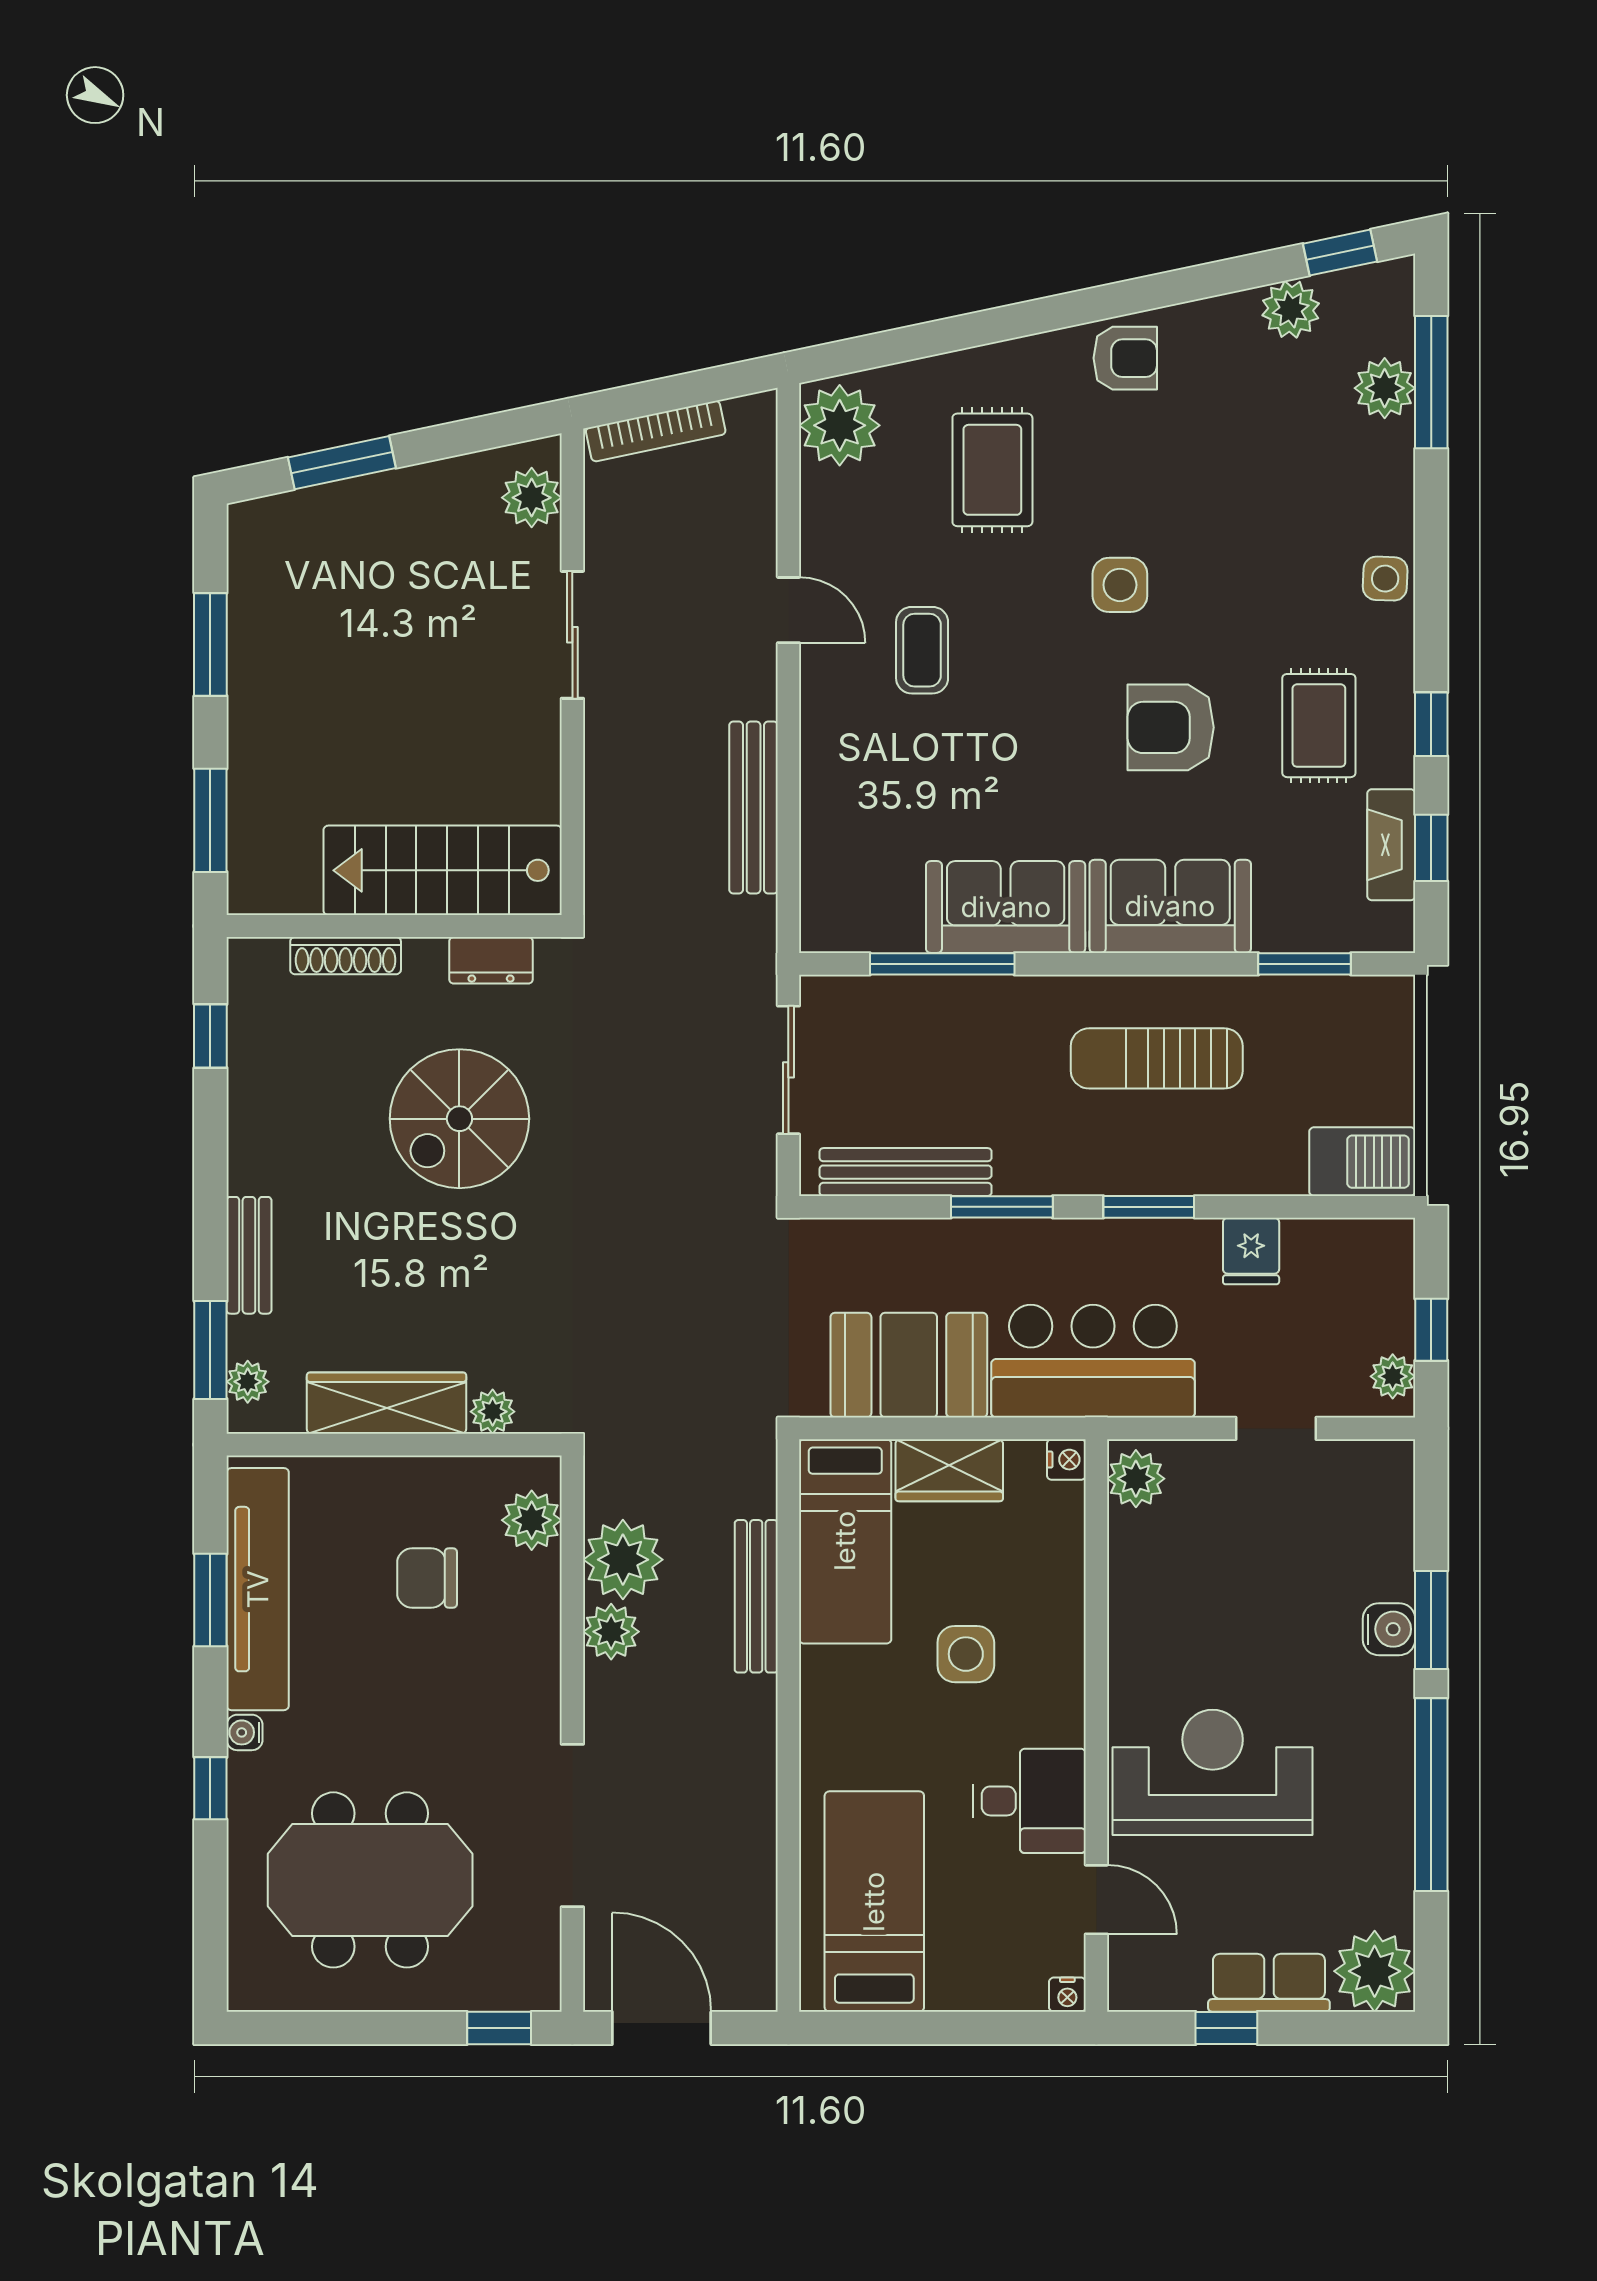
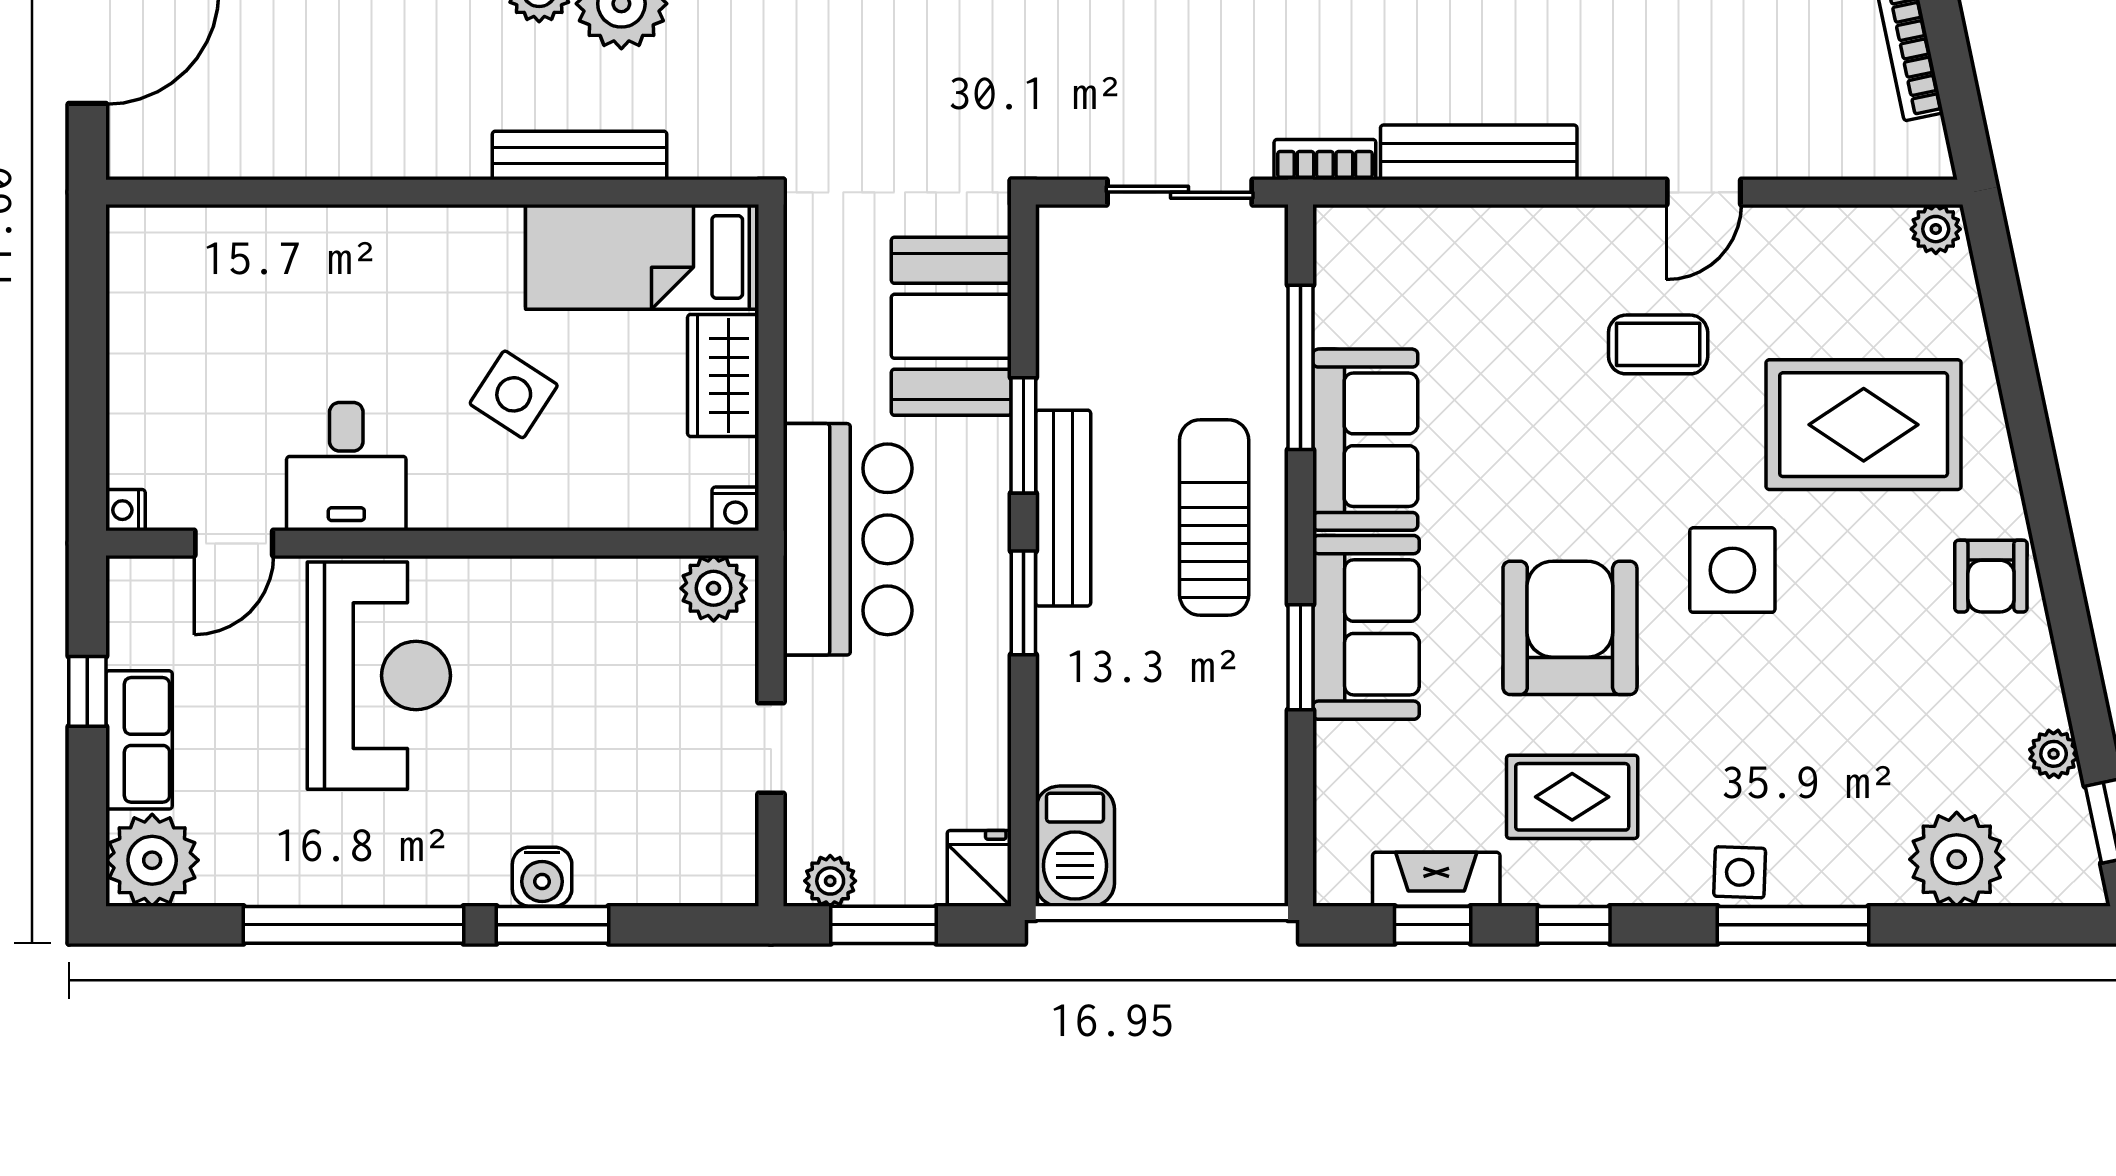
plant: (1291, 309) -> (2054, 754), width x0.73, depth x0.73
window: (1431, 382) -> (1793, 925), moved
plant: (1385, 388) -> (1957, 859), width x1.36, depth x1.36
plant: (840, 425) -> (1936, 229), width x0.53, depth x0.53
rug: (992, 470) -> (1864, 425), width x1.36, depth x1.43
side table: (1120, 585) -> (1732, 570), width x1.37, depth x1.37
armchair: (1171, 727) -> (1570, 628), width x1.36, depth x1.36
bookcase: (760, 942) -> (1325, 160), added
window: (1305, 964) -> (1300, 657), moved
sun lounger: (1157, 1058) -> (1214, 517), moved
bench: (906, 1172) -> (1063, 508), moved
fridge: (1251, 1251) -> (979, 868), moved, turned 90
window: (1431, 1330) -> (883, 925), width x1.50
booth: (909, 1365) -> (951, 326), moved
side table: (966, 1654) -> (514, 394), turned 33
bed: (874, 1902) -> (232, 290), removed

